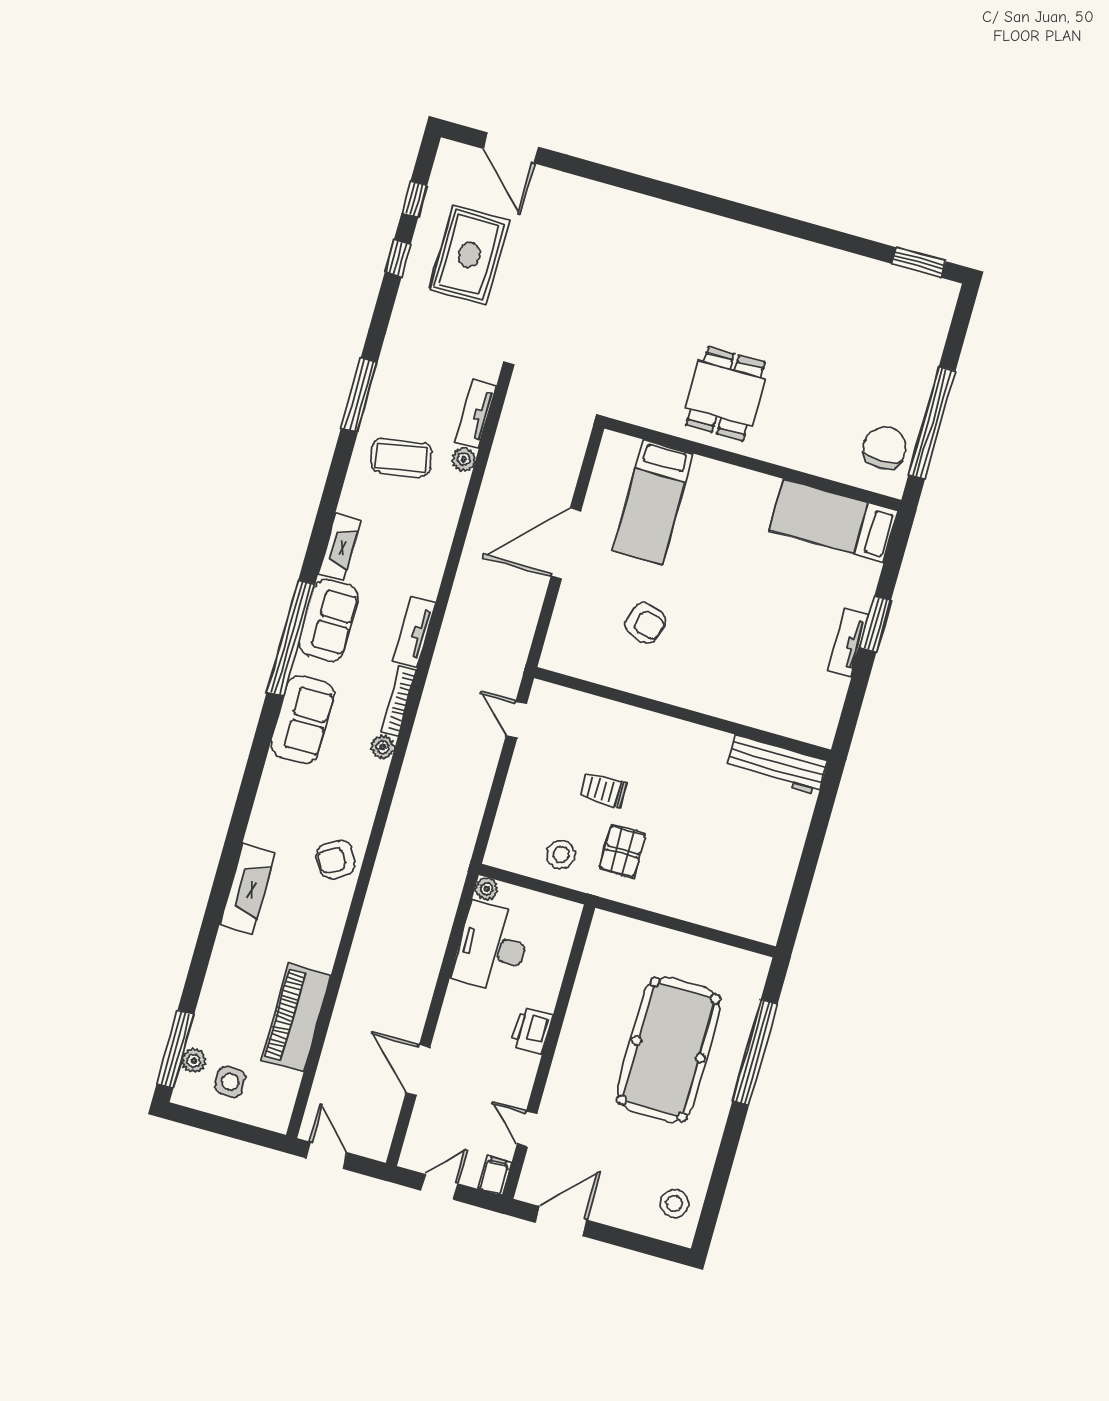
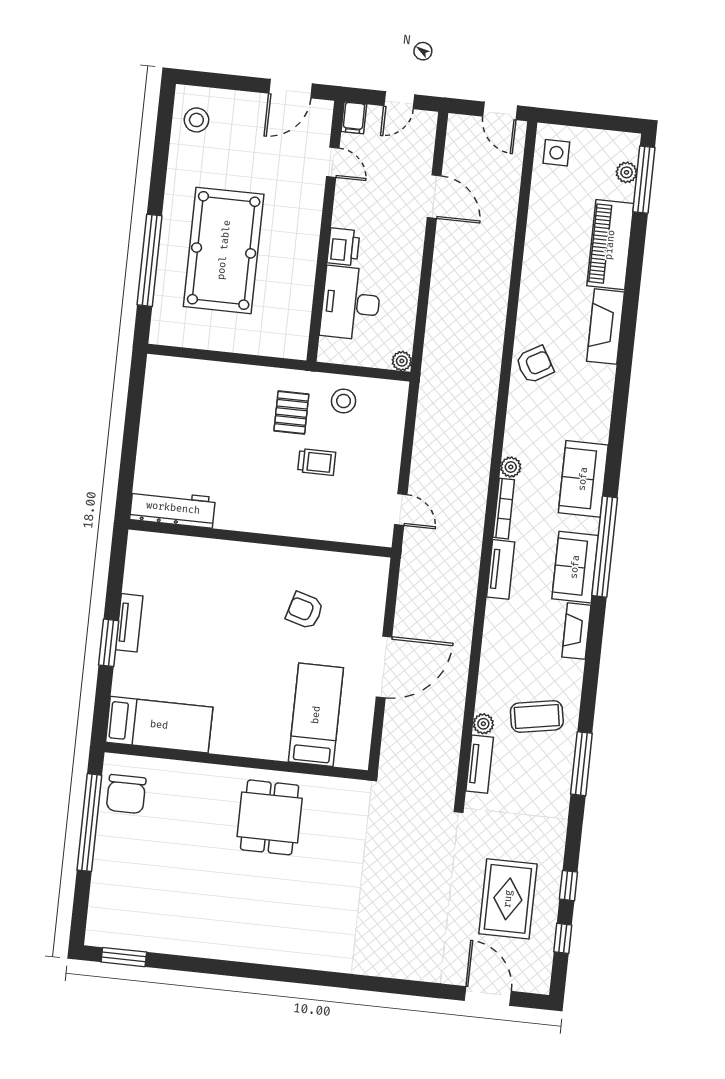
desk: (492, 947) -> (351, 303), moved, turned 180
piano: (296, 1018) -> (610, 245), moved, turned 180
side table: (230, 1082) -> (556, 153), moved

